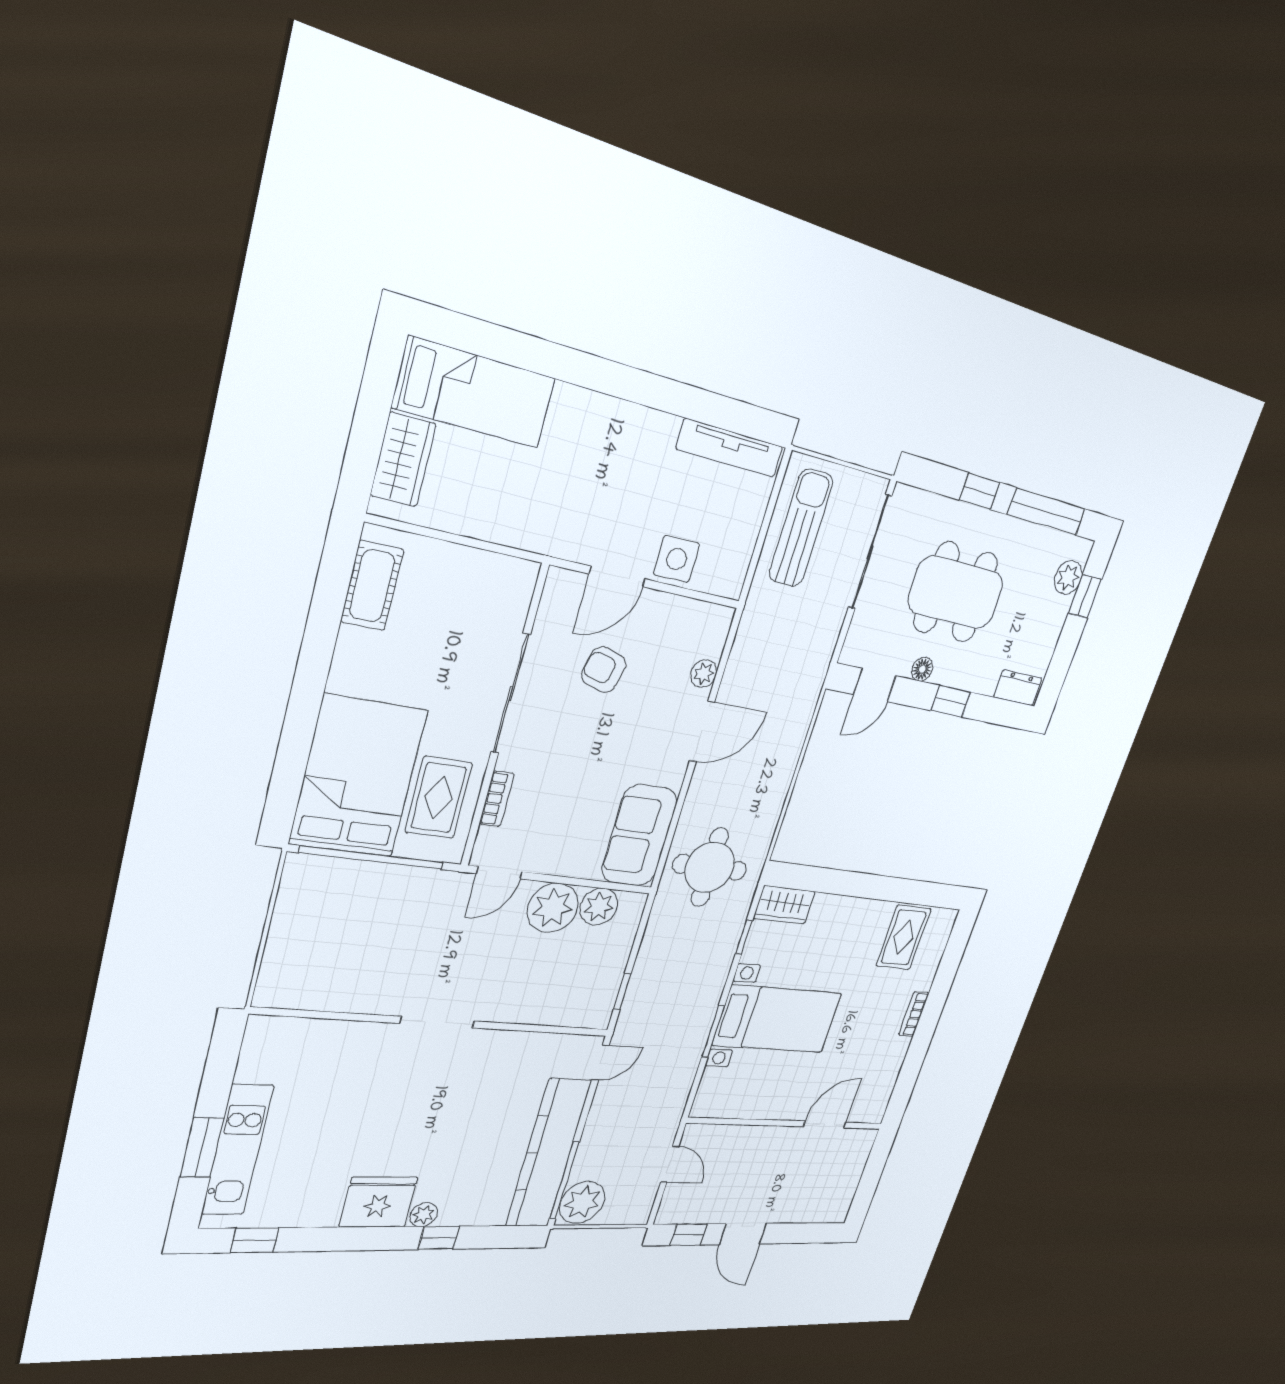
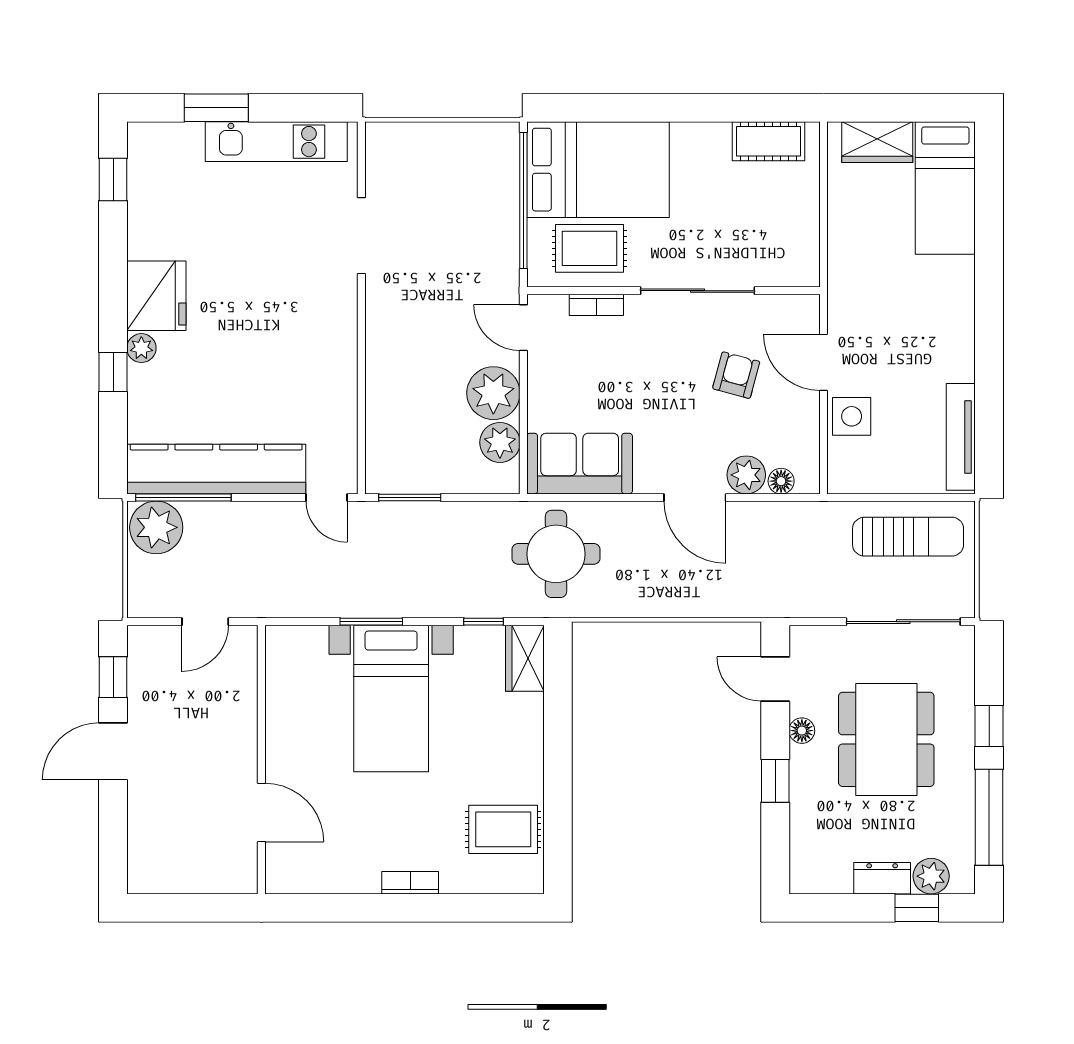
floor lamp: (714, 644) -> (781, 481), added
plant: (704, 674) -> (746, 475), width x1.38, depth x1.38
dresser: (1018, 688) -> (882, 878), moved, turned -90
window: (622, 991) -> (410, 498), width x1.50
doorway: (437, 1022) -> (361, 236), moved
kitchen unit: (237, 1150) -> (276, 142), moved

